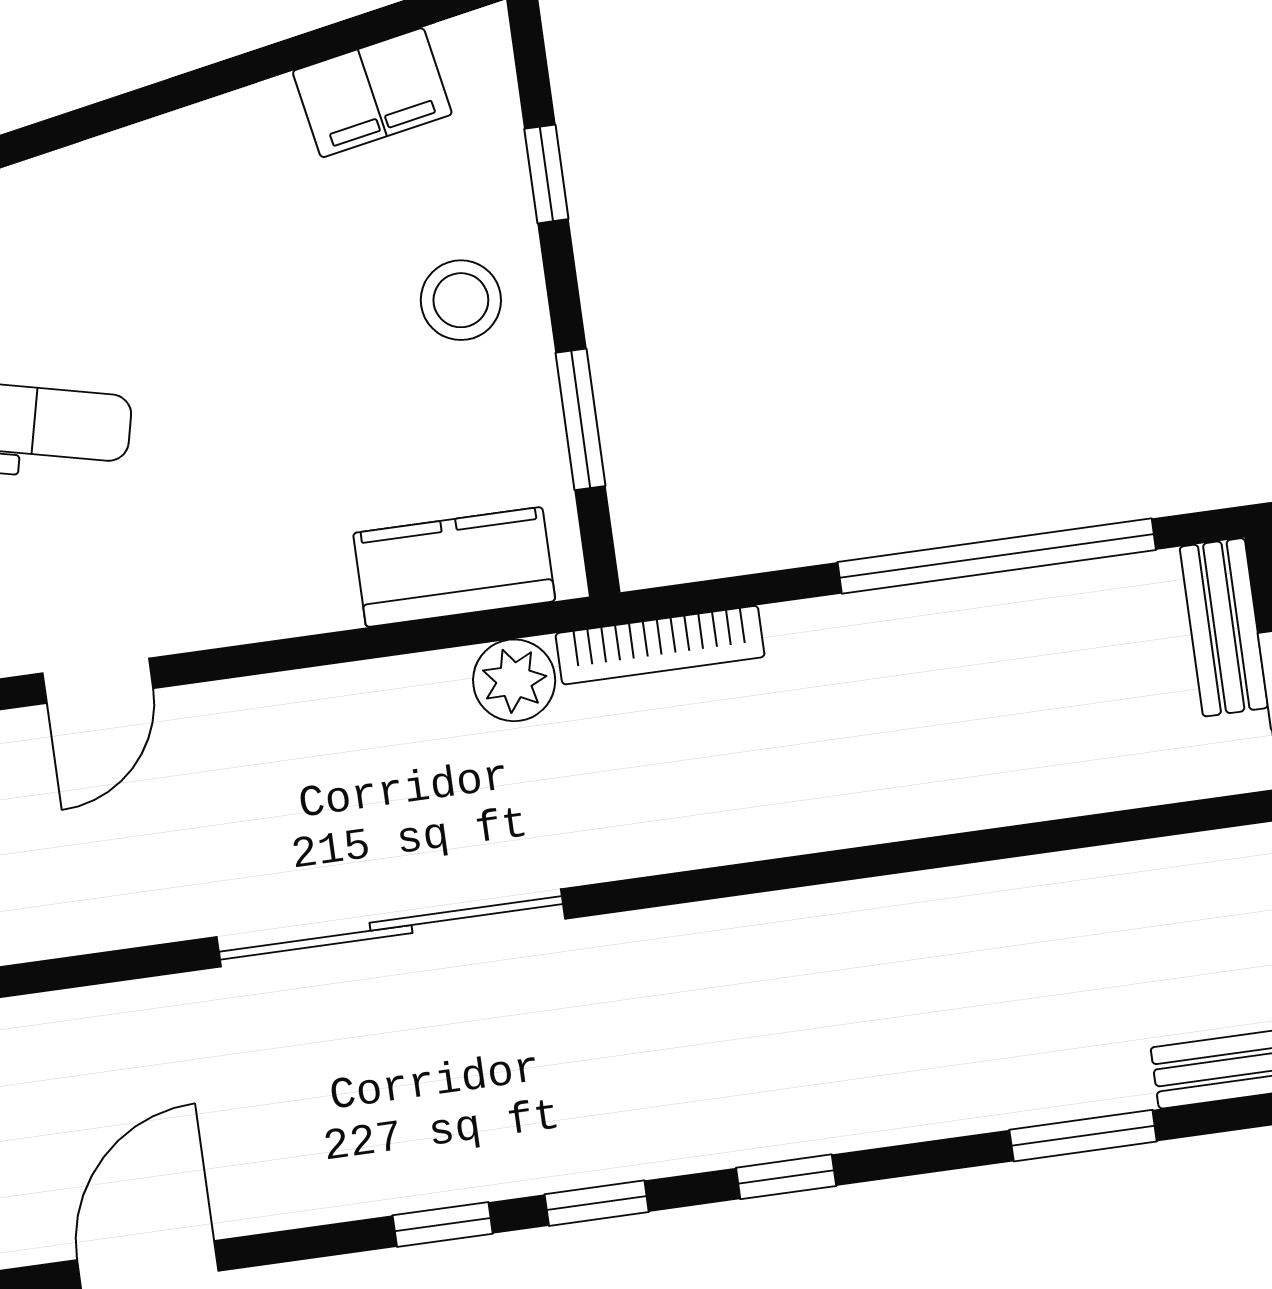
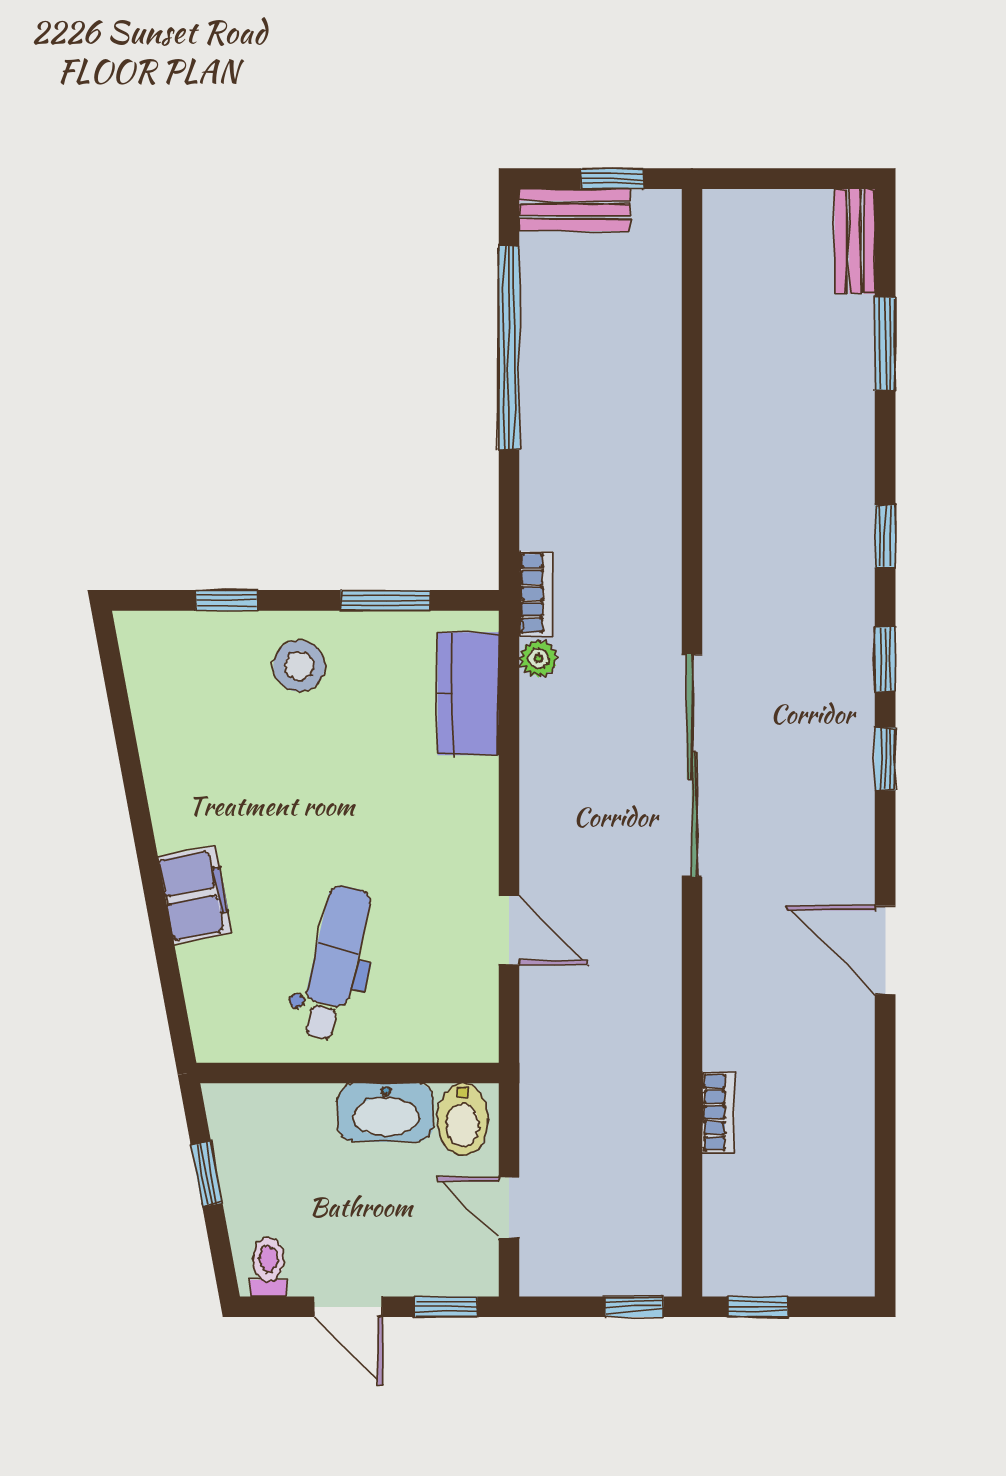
filing cabinet: (372, 93) -> (195, 895), moved
bookcase: (660, 645) -> (536, 593), width x0.64
plant: (514, 680) -> (538, 658), width x0.73, depth x0.73

